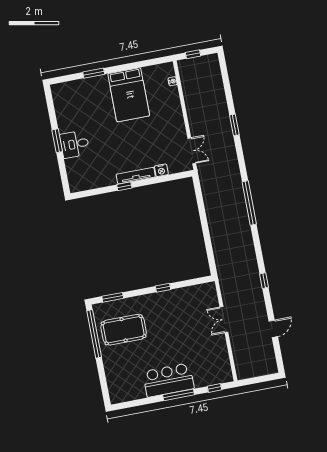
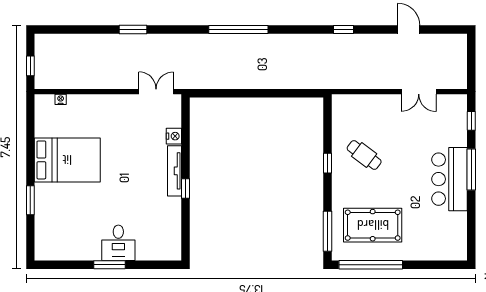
window: (113, 297) -> (328, 231), width x1.44
cafe table: (174, 314) -> (364, 155), added
double door: (224, 319) -> (419, 92), moved
pool table: (124, 330) -> (373, 225), turned 90

